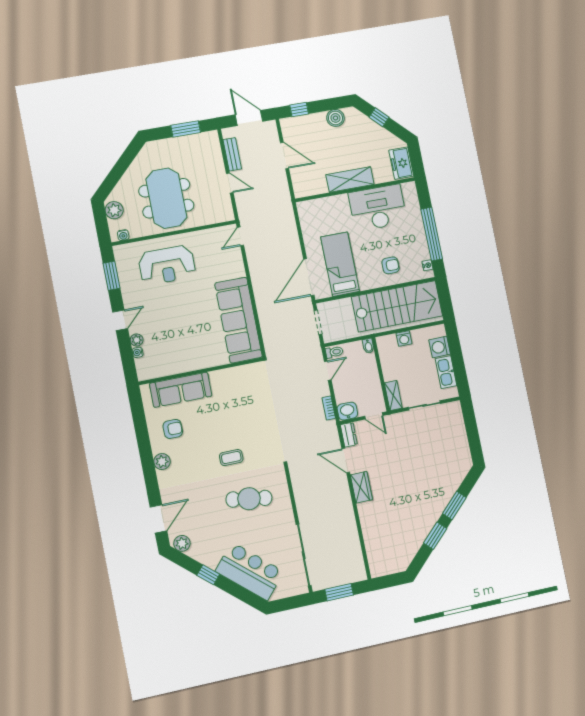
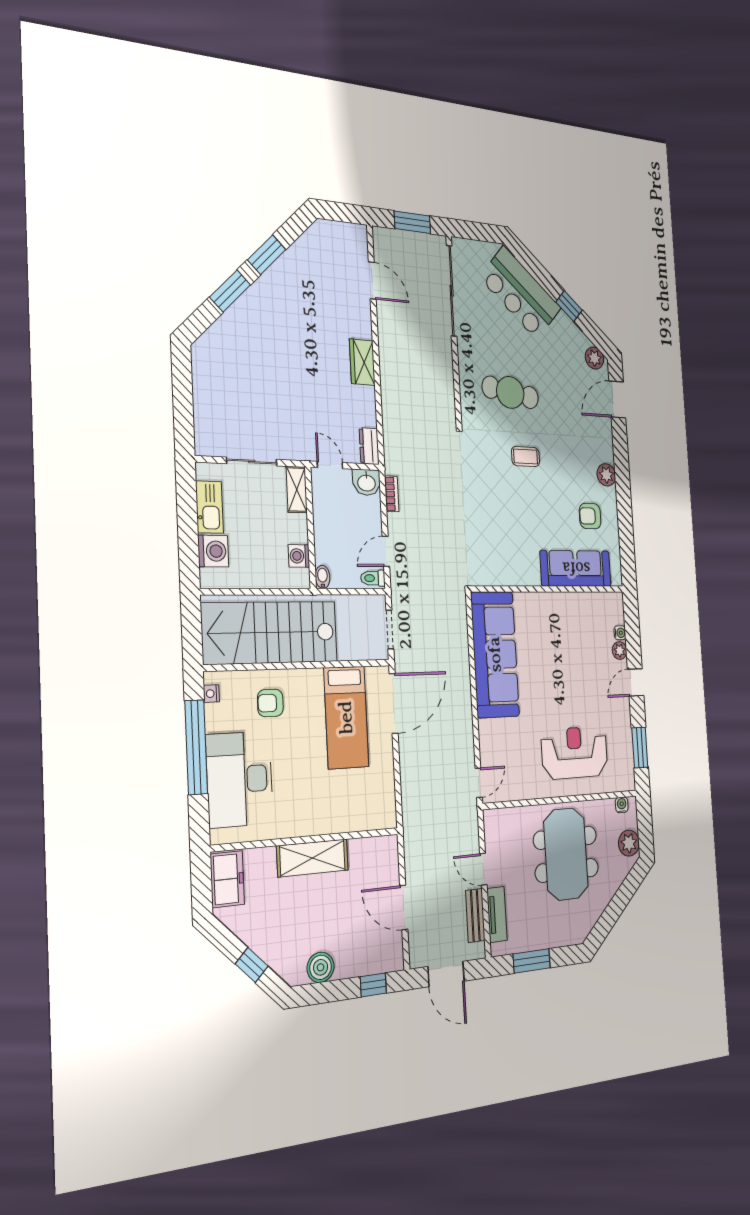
tv unit: (216, 156) -> (497, 914), added
desk: (378, 208) -> (240, 779), moved, turned 90
washing machine: (404, 338) -> (299, 556), moved, turned -90
door: (346, 460) -> (372, 280), moved

